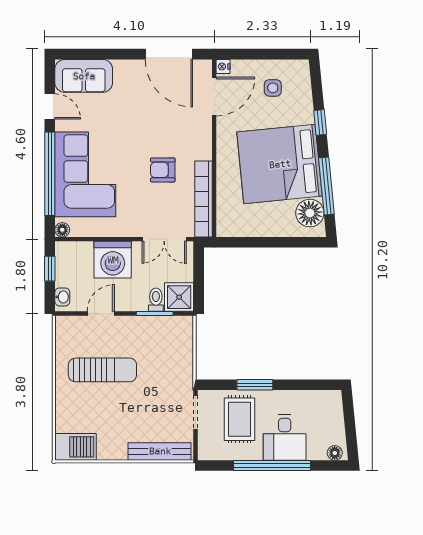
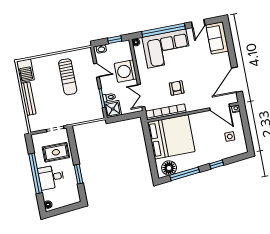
bed: (280, 164) -> (171, 137), moved, turned 96
window: (255, 385) -> (78, 174), moved
bench: (160, 451) -> (28, 99), moved

